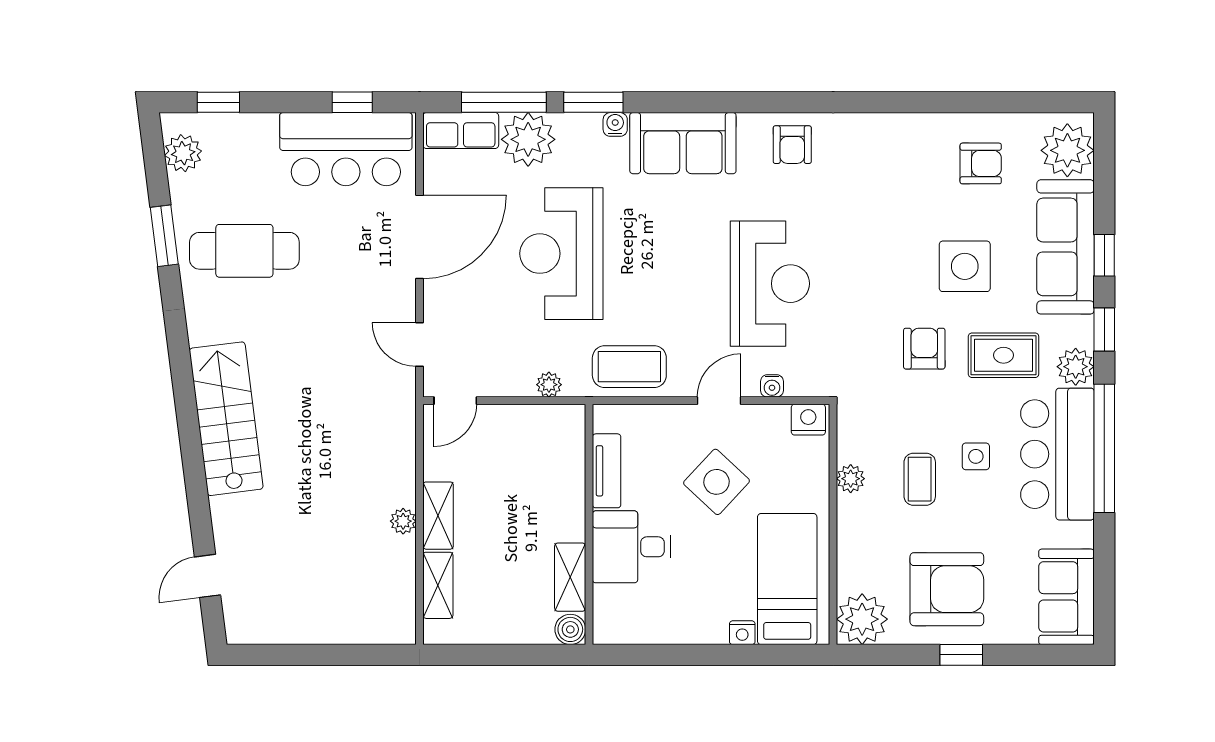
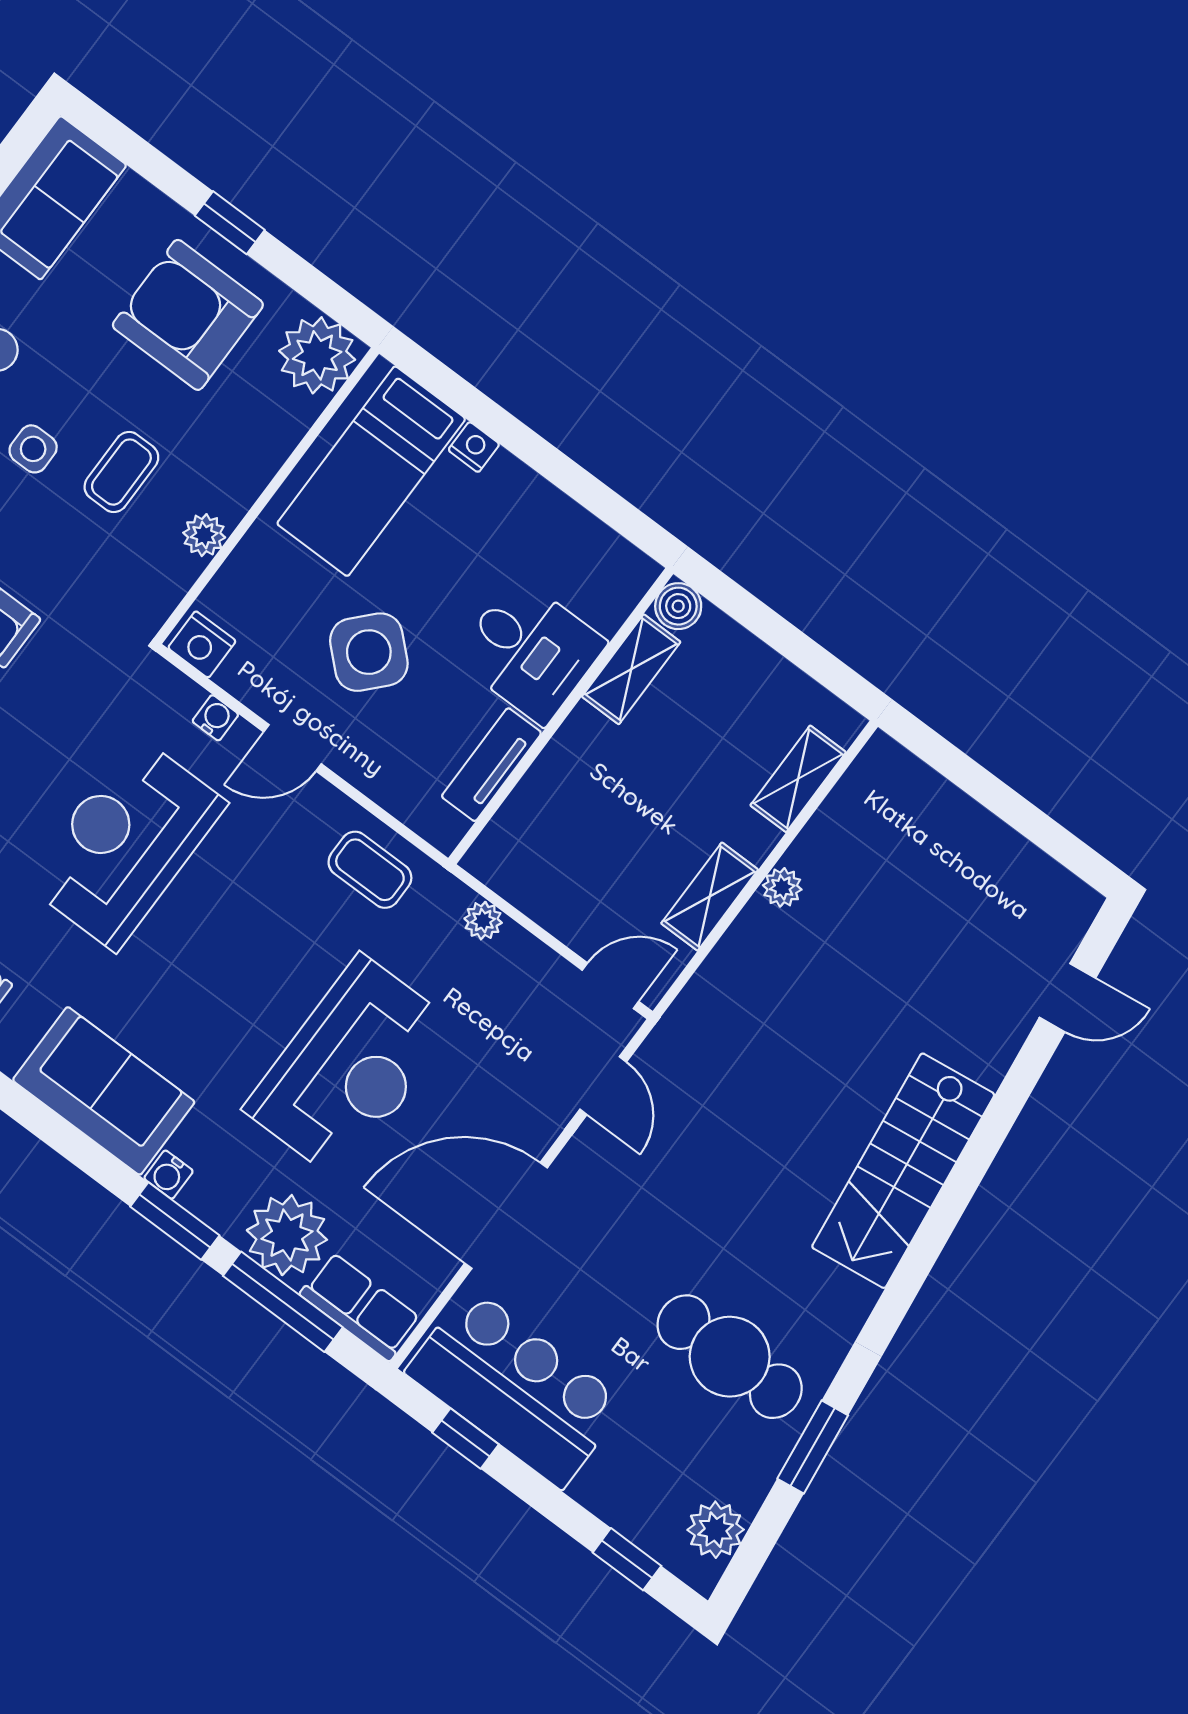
coffee table: (629, 367) -> (370, 870), width x0.73, depth x0.77
shelving: (438, 516) -> (710, 897), moved

